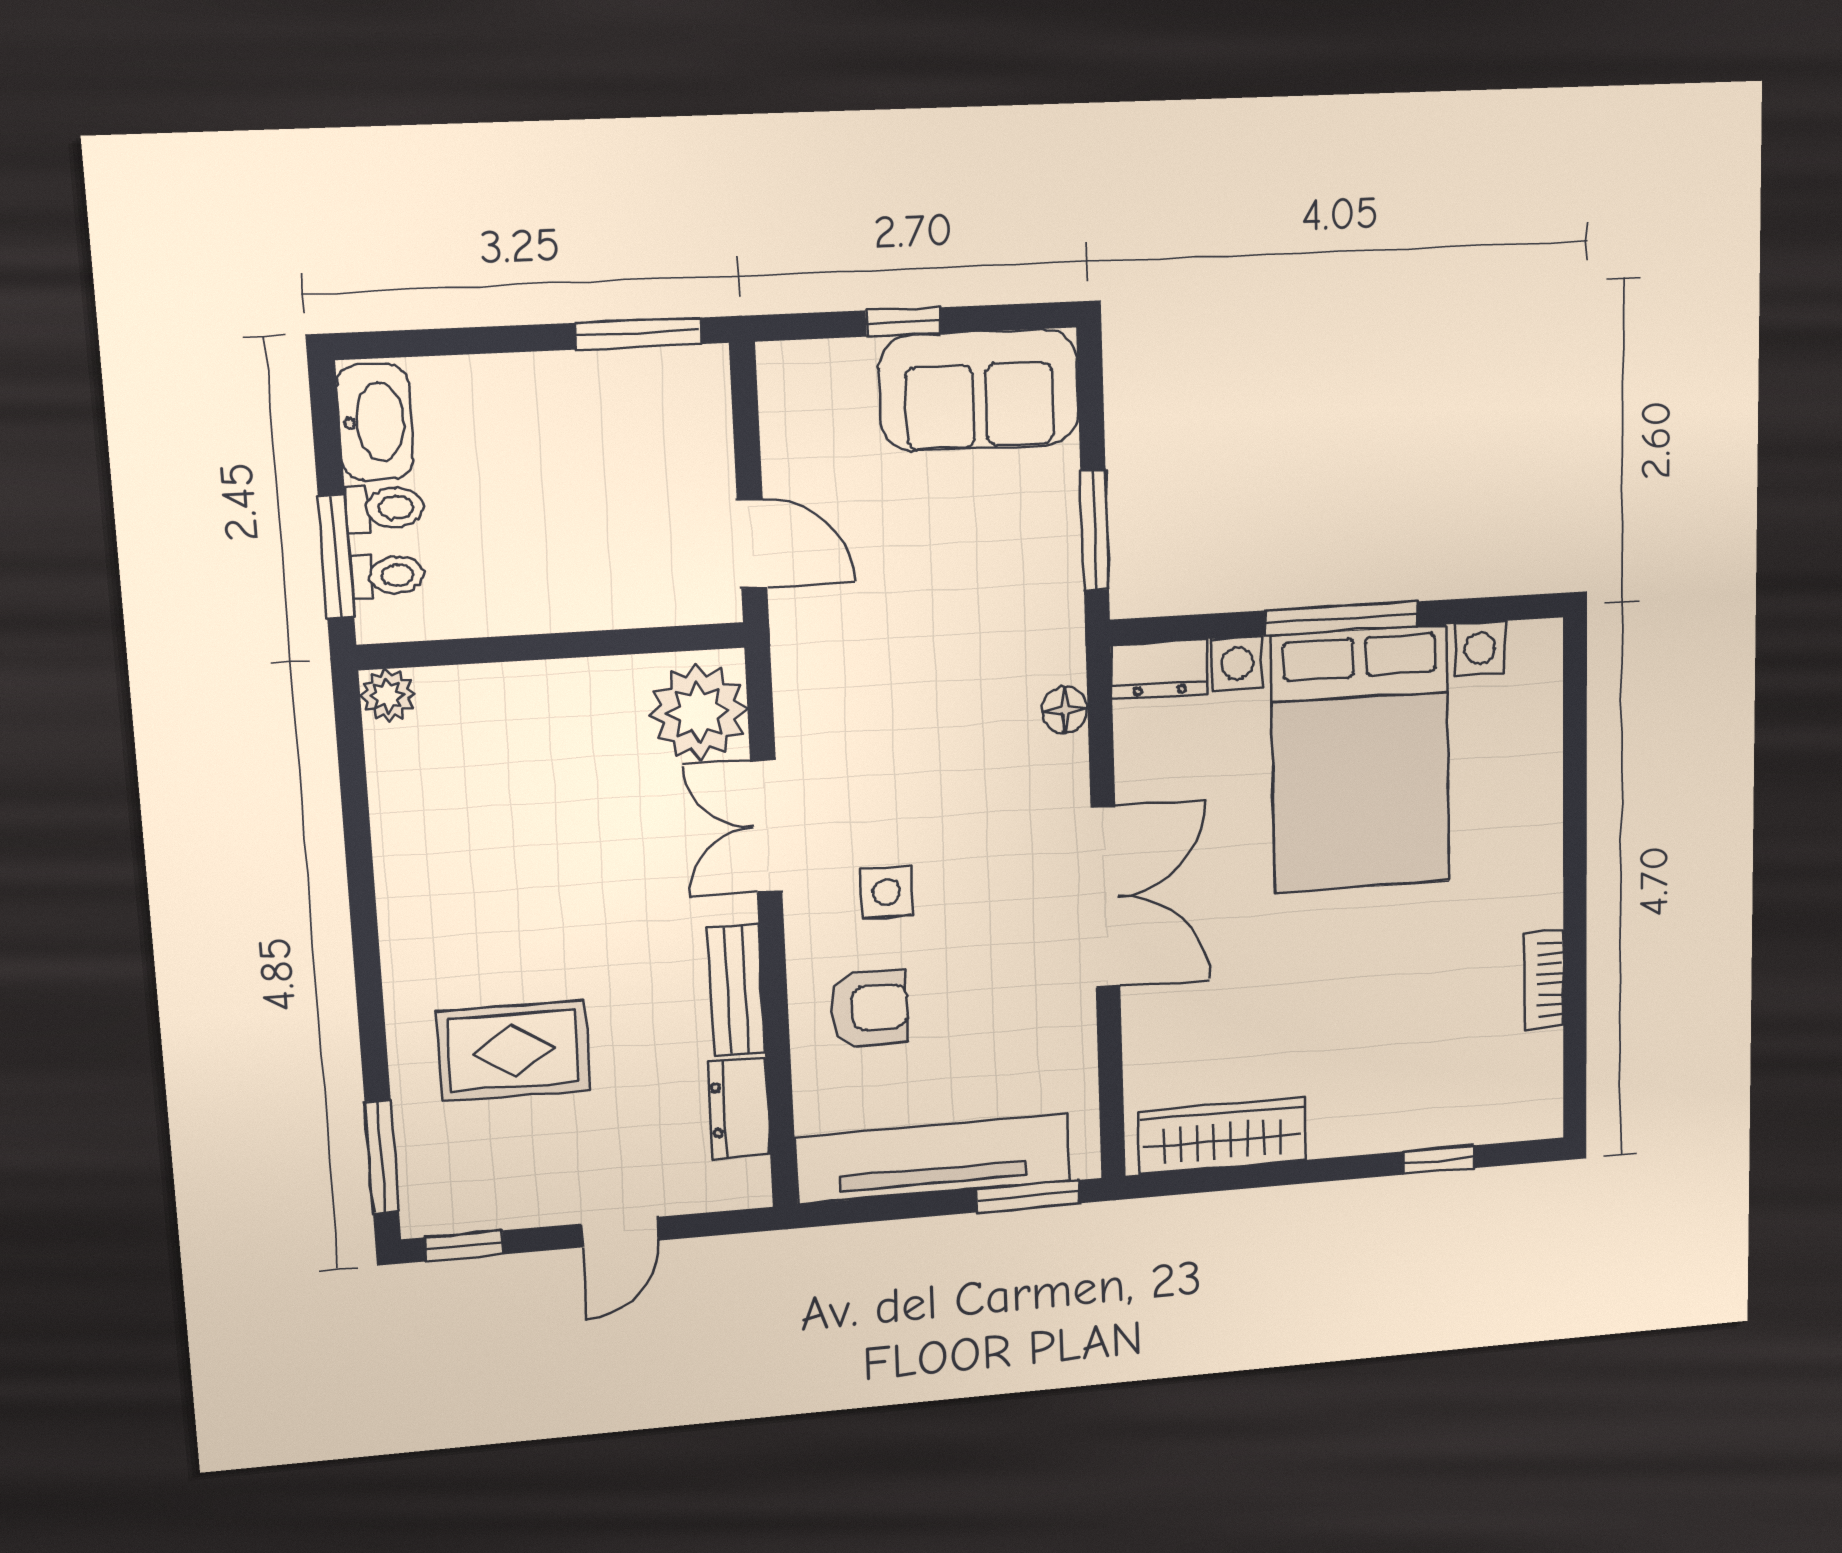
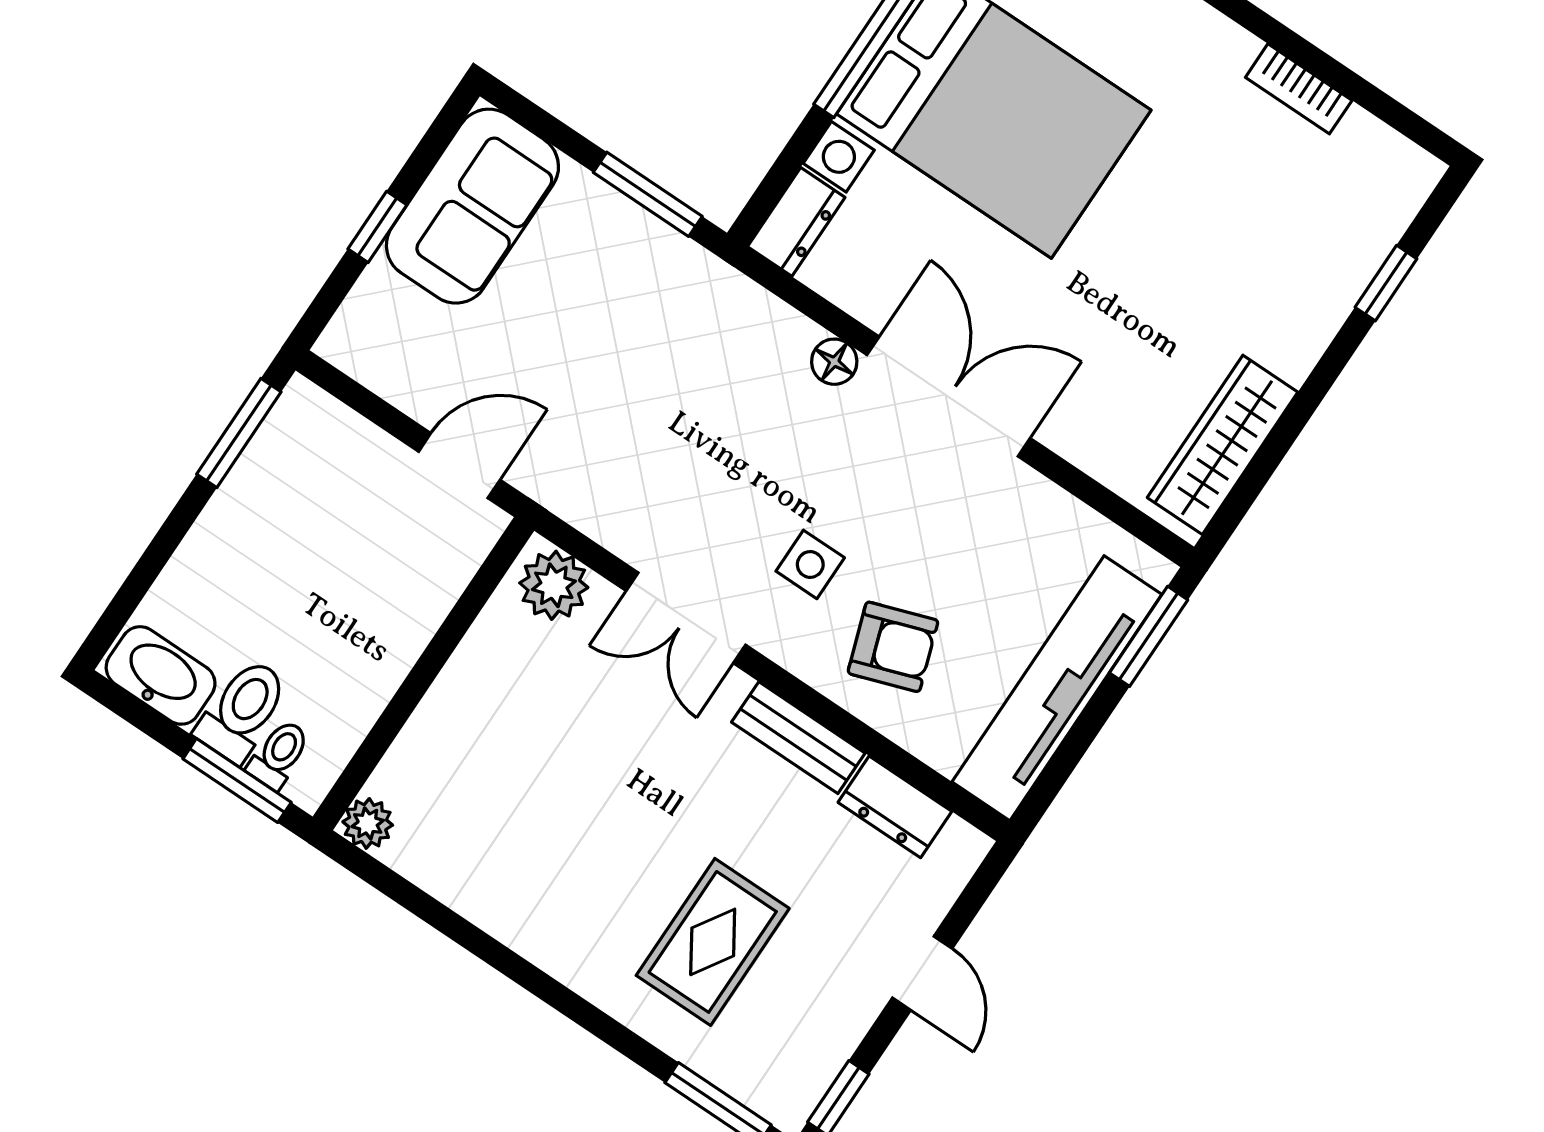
toilet: (385, 508) -> (242, 710), width x1.37, depth x1.39
floor lamp: (1065, 710) -> (834, 362), moved
plant: (698, 712) -> (554, 585), width x0.73, depth x0.73
armchair: (869, 1008) -> (893, 647), turned 71

